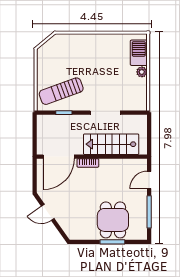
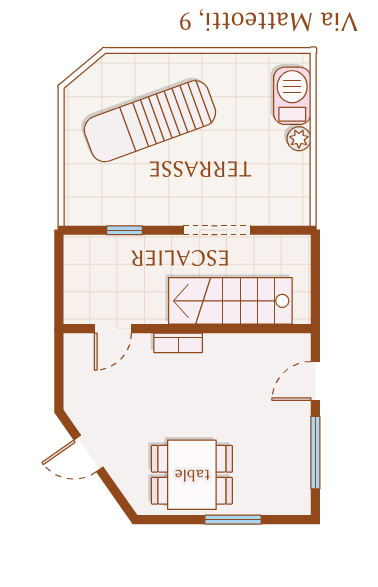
sun lounger: (61, 91) -> (150, 121), moved, width x1.36, depth x1.34
door: (59, 157) -> (113, 329), width x0.53
dining table: (113, 220) -> (192, 475), moved, turned 90

